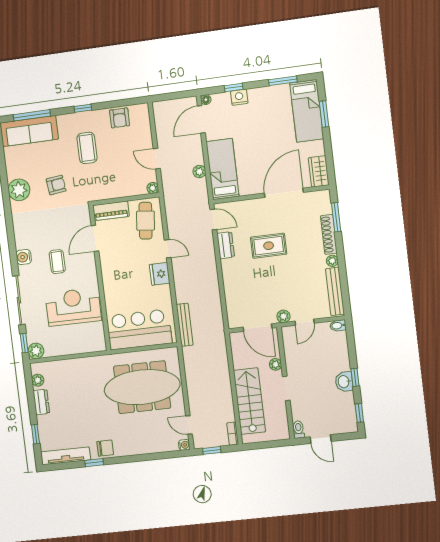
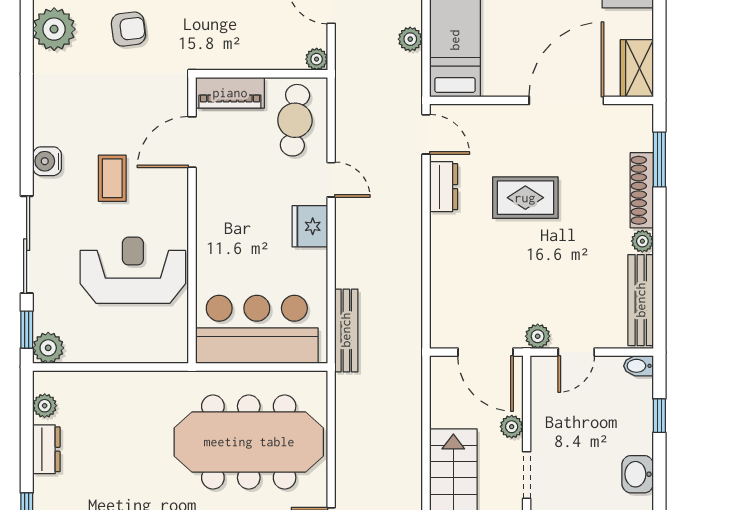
window: (355, 377) -> (659, 416), moved

